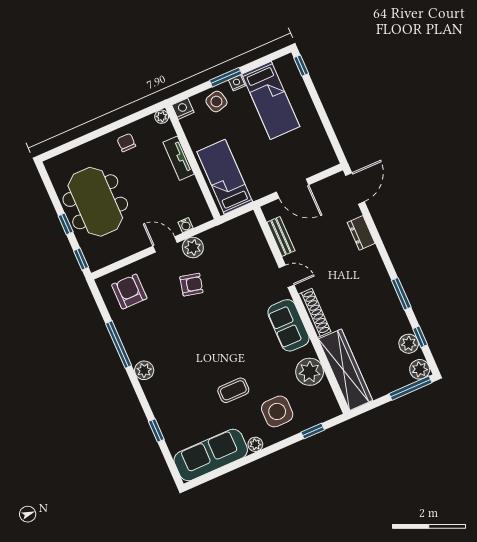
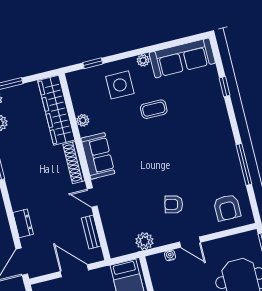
plant: (193, 247) -> (144, 241), moved
plant: (144, 370) -> (226, 139), removed
plant: (310, 372) -> (83, 120), width x0.53, depth x0.53

